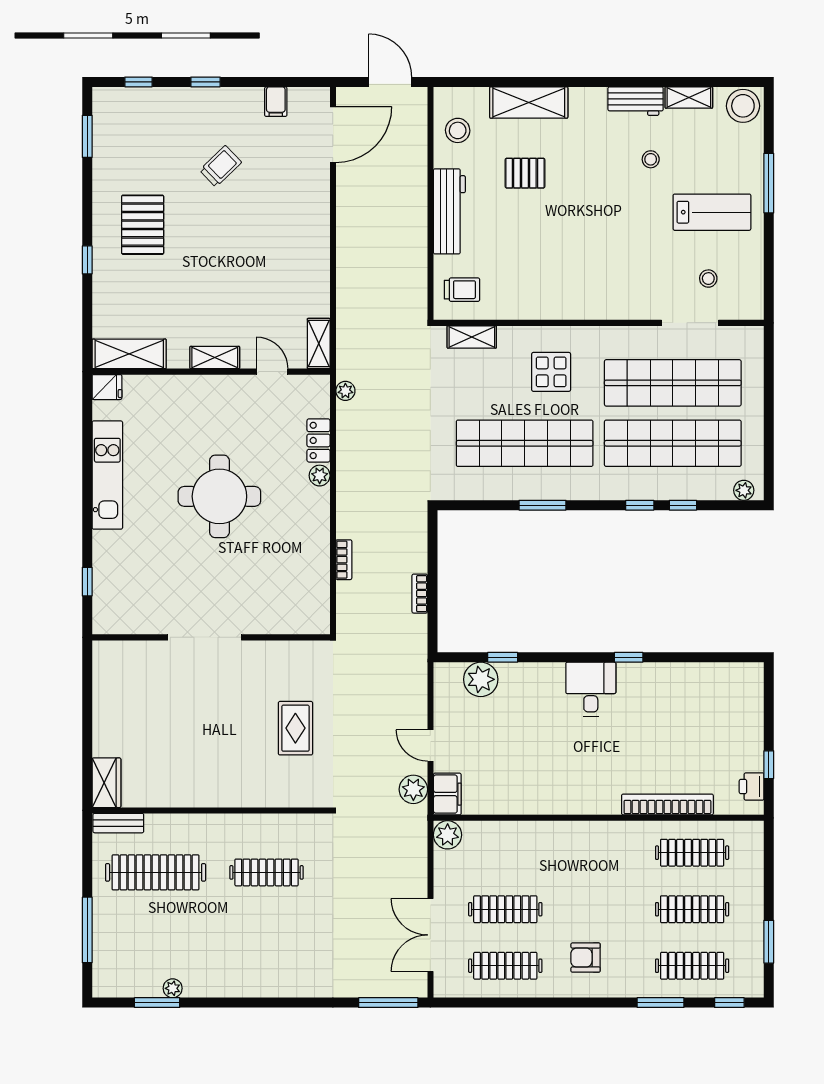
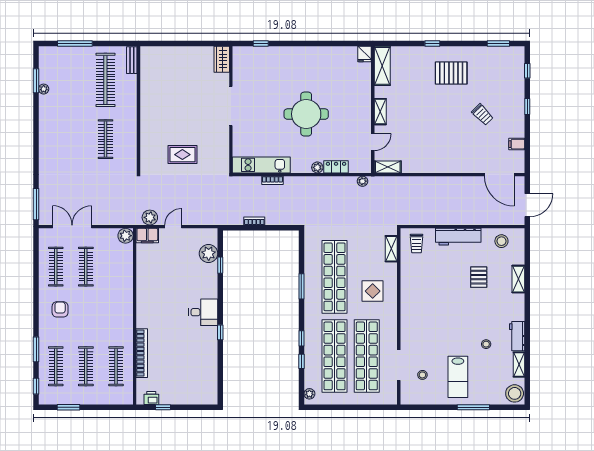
shelving: (529, 102) -> (518, 279), width x0.67, depth x0.75
kitchen unit: (107, 475) -> (261, 165), moved, turned 180
wardrobe: (106, 783) -> (222, 59), moved, turned 90

